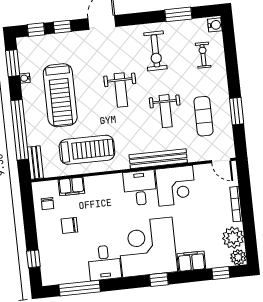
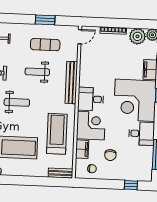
weight bench: (166, 111) -> (37, 72), turned 180
window: (20, 130) -> (35, 181), removed
corner desk: (176, 186) -> (91, 126), moved

